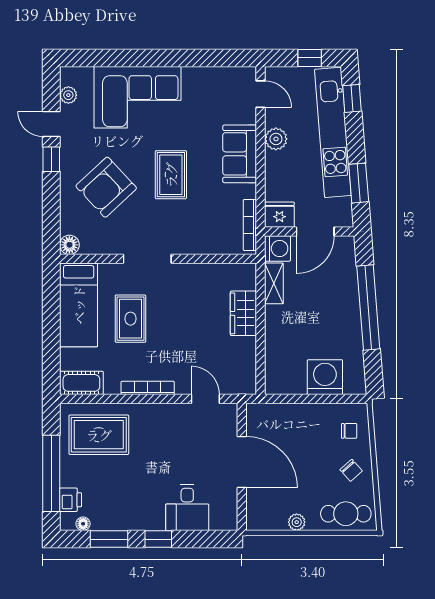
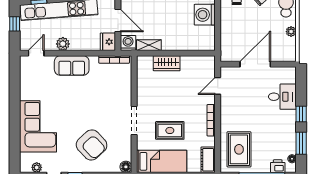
rug: (171, 175) -> (84, 106), removed

